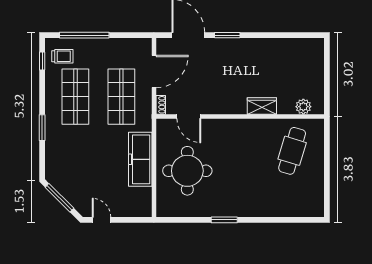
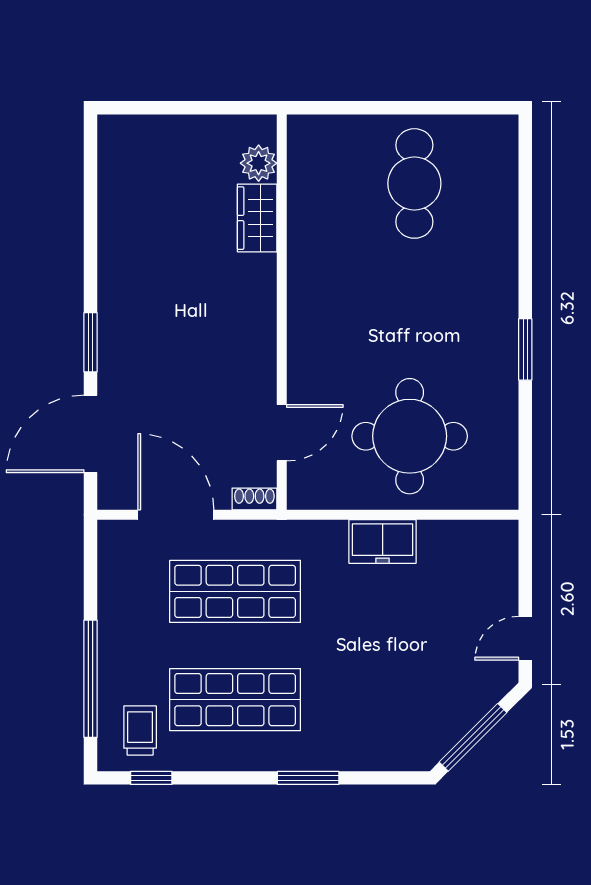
wardrobe: (262, 106) -> (257, 218), moved
cafe table: (292, 151) -> (414, 183), moved, turned 73
freezer: (140, 159) -> (383, 541), width x0.52, depth x0.79

